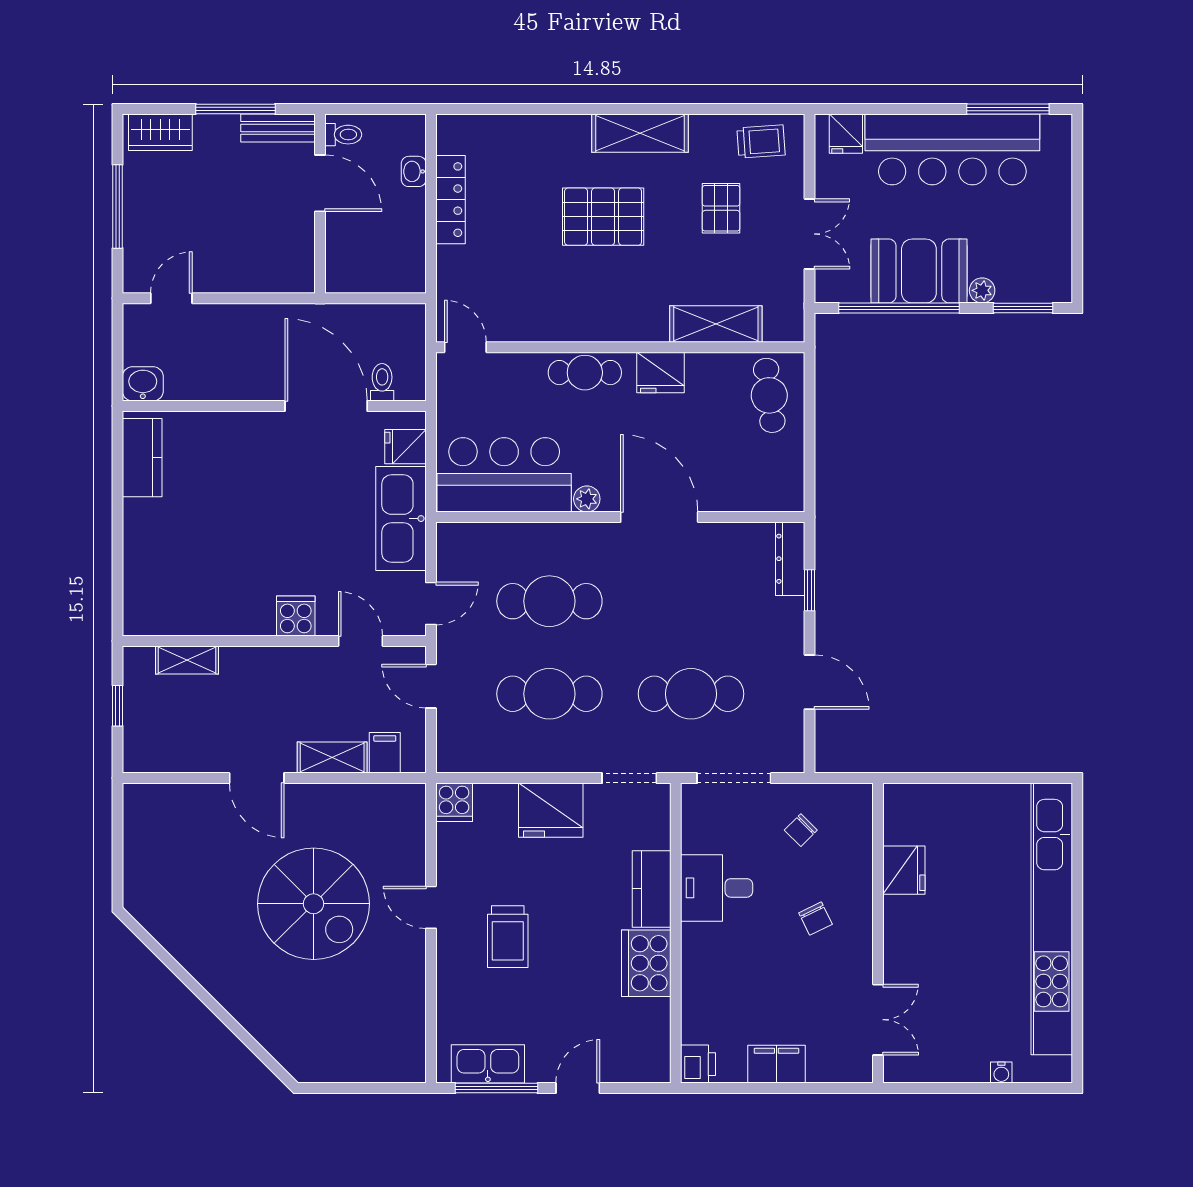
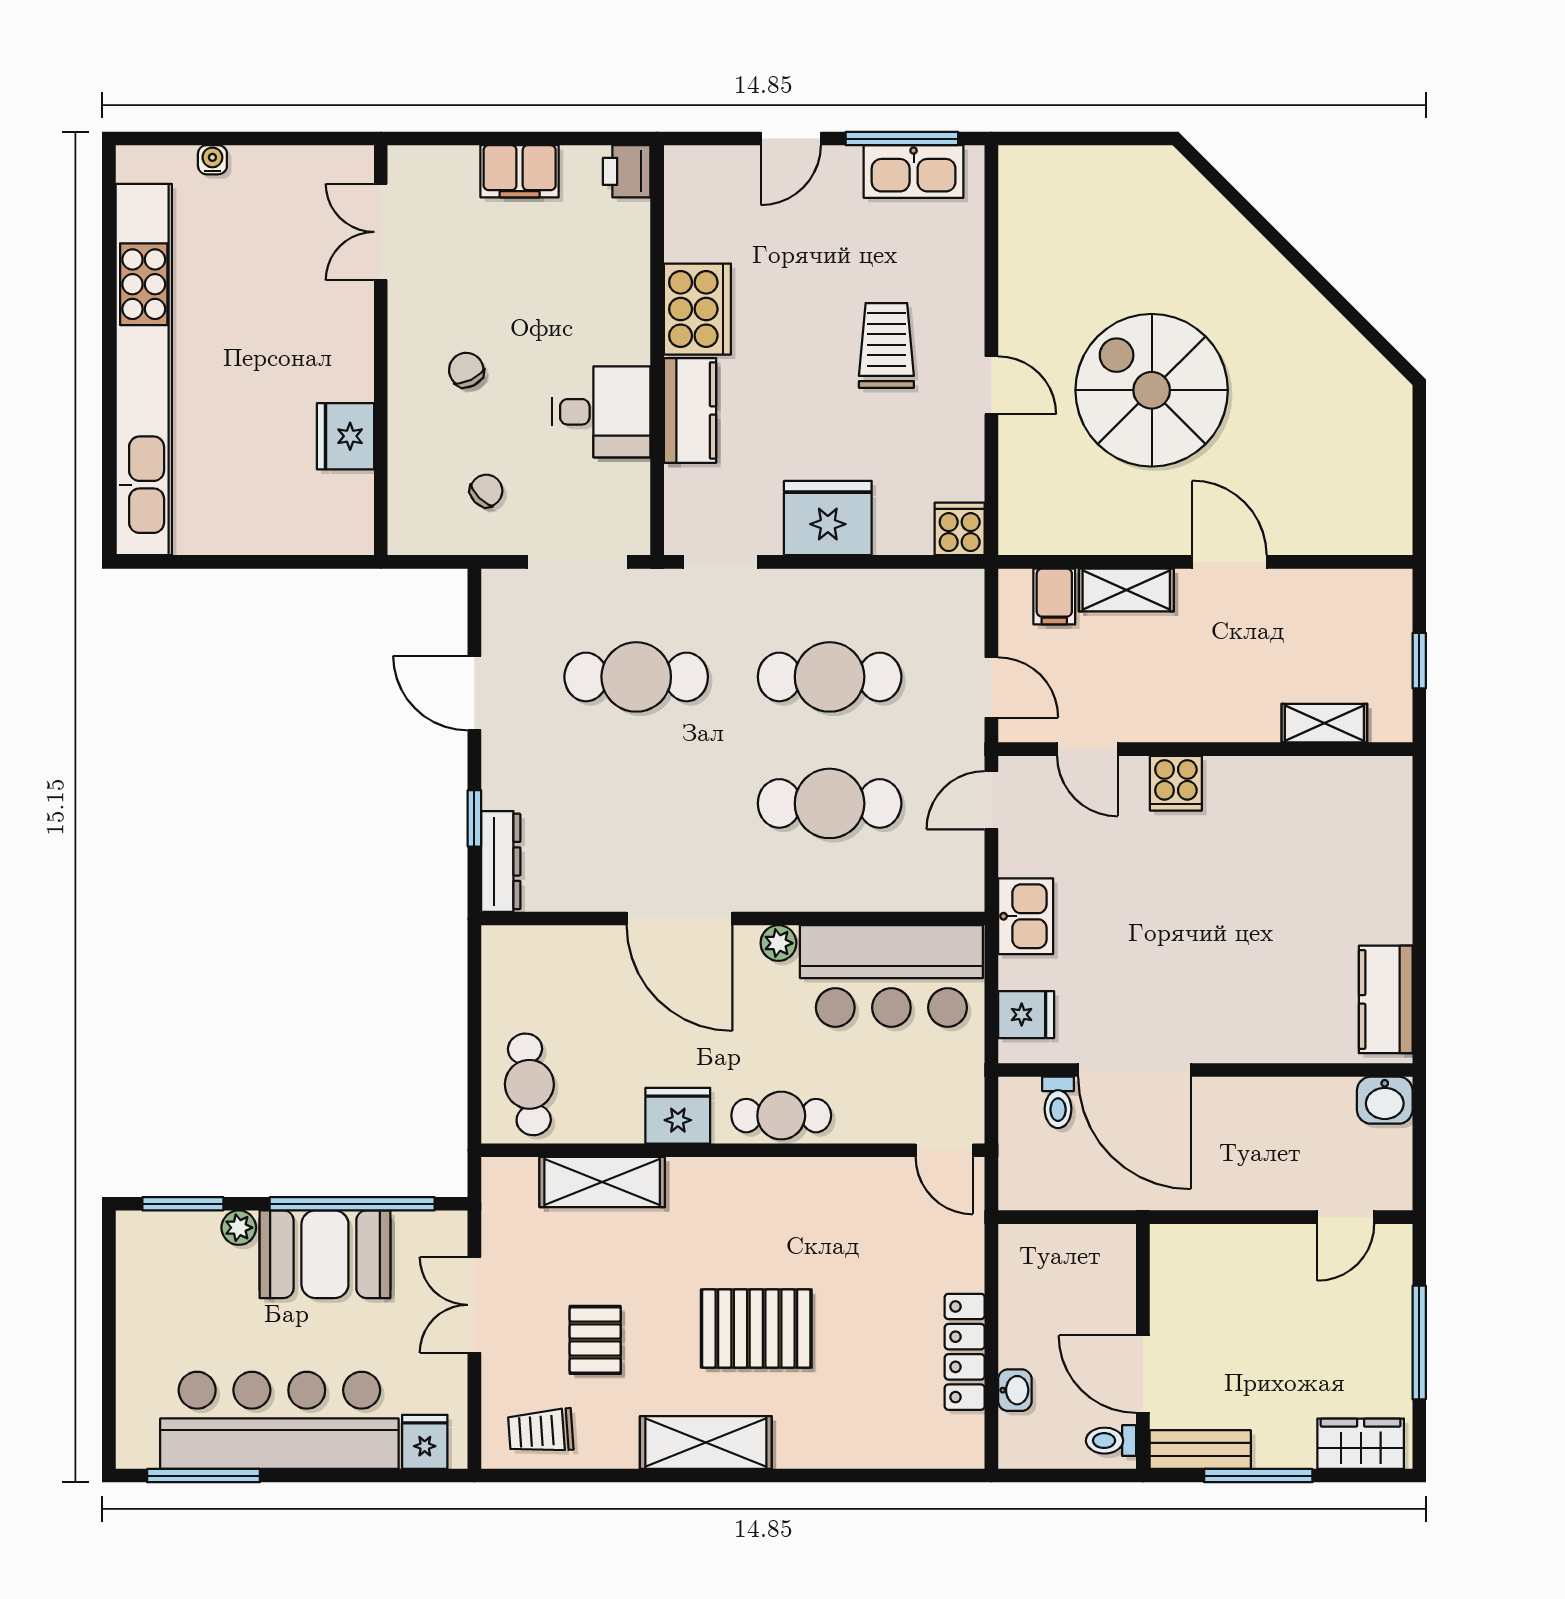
kitchen sink: (401, 519) -> (1026, 916), width x0.53, depth x0.81

